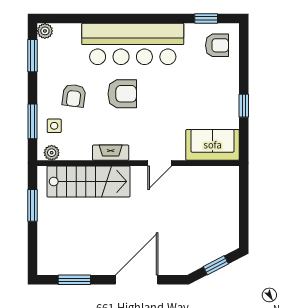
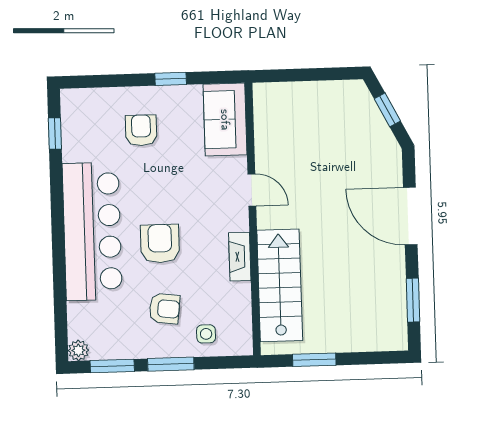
armchair: (217, 45) -> (141, 130), moved
window: (33, 121) -> (171, 364), moved
plant: (52, 153) -> (242, 336), removed

